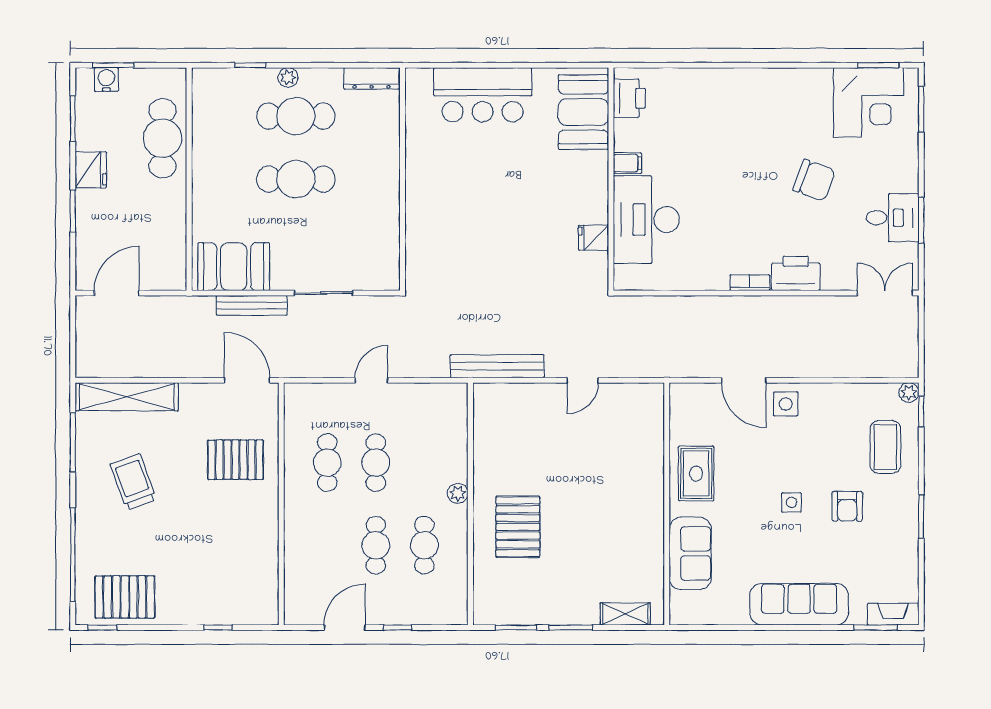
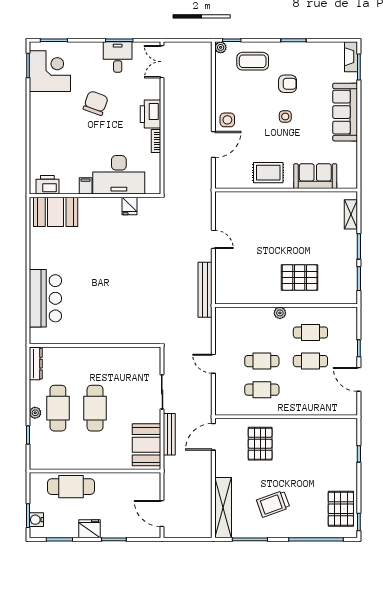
printer: (629, 98) -> (47, 185), moved
booth: (583, 112) -> (56, 212), moved
filing cabinet: (627, 163) -> (86, 186), moved
wall: (611, 179) -> (95, 196), moved
desk: (646, 220) -> (119, 175), moved
fridge: (593, 238) -> (129, 206), moved

